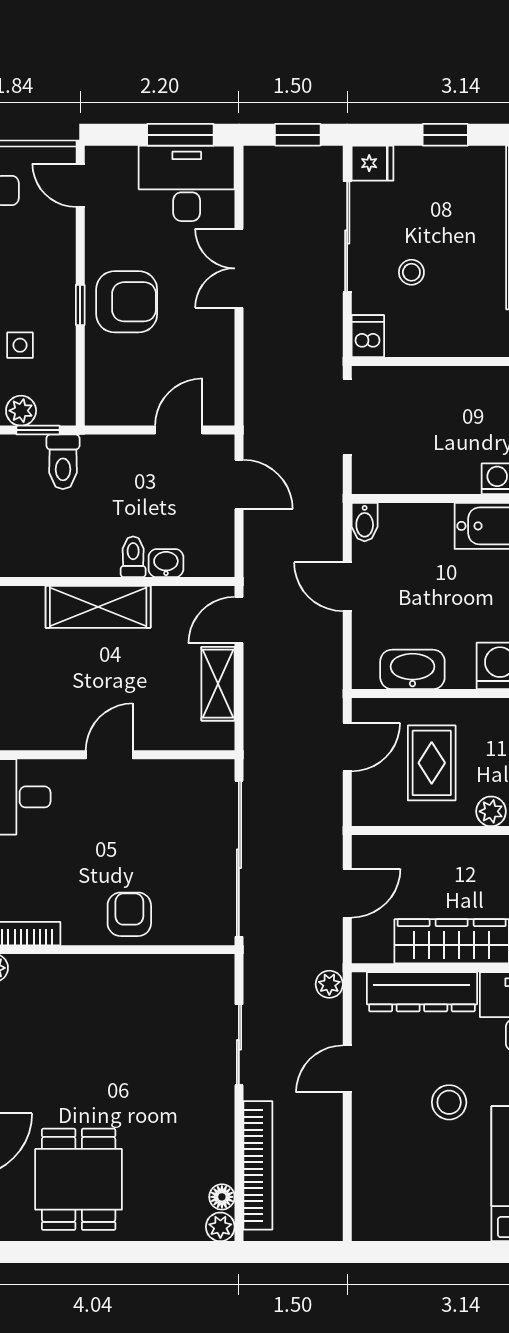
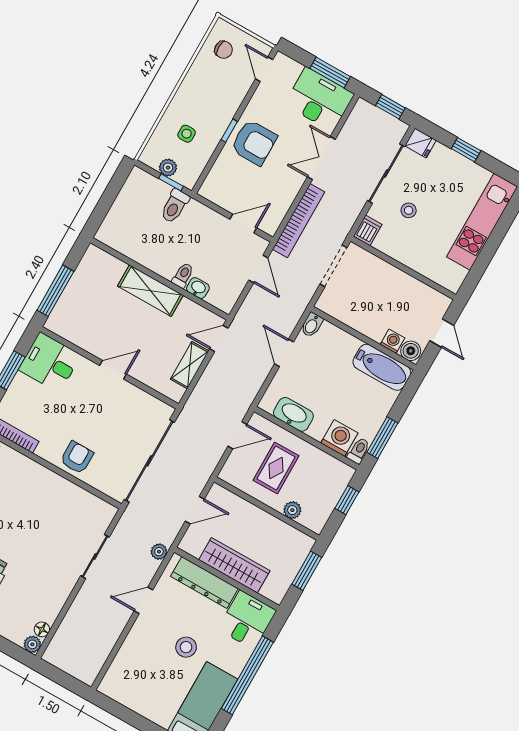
bookcase: (258, 1165) -> (299, 221), moved

